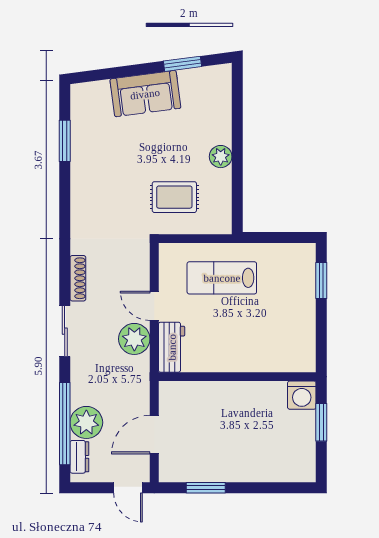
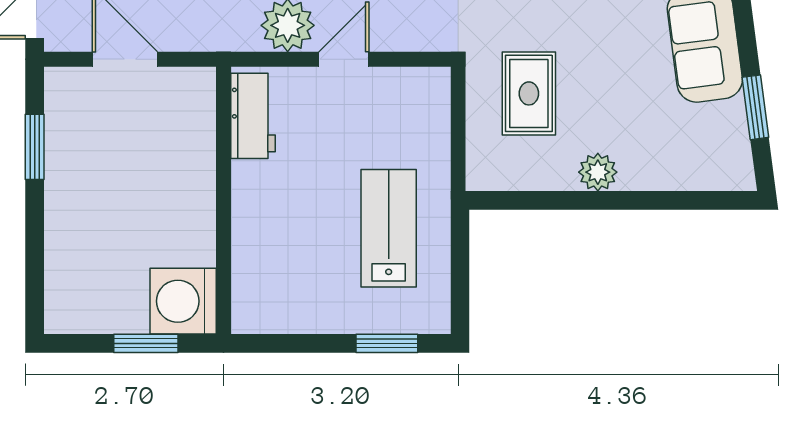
lab bench: (222, 278) -> (389, 228), moved
workbench: (172, 347) -> (253, 116), moved, turned -90
washing machine: (302, 395) -> (183, 301), width x1.37, depth x1.37

